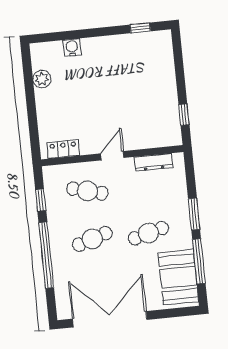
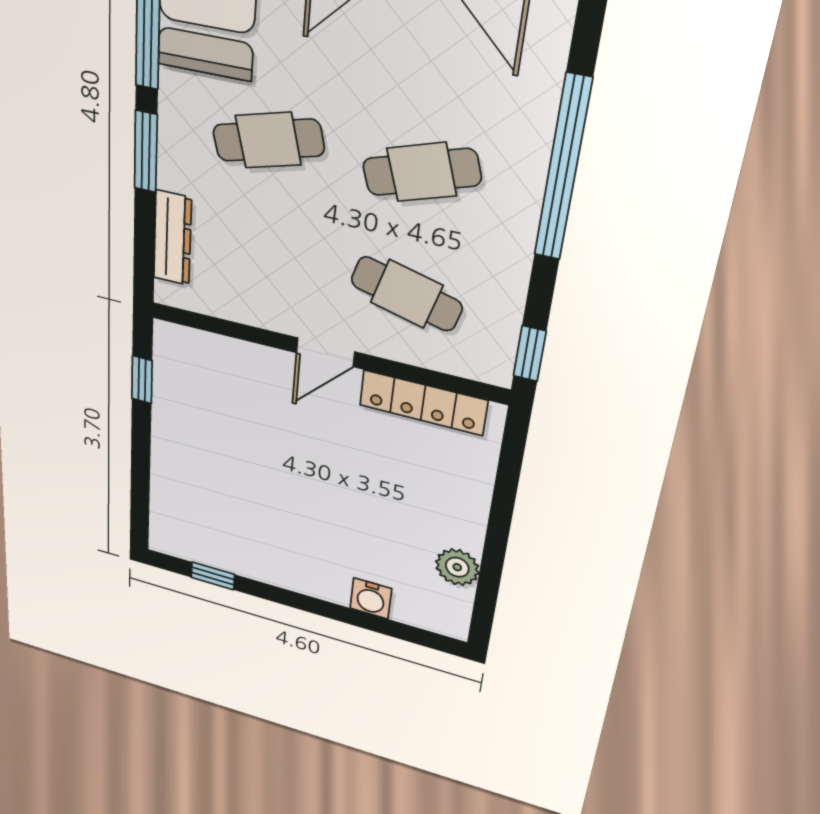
locker: (63, 149) -> (423, 403), width x1.53
dresser: (154, 162) -> (173, 238), moved, turned 90
window: (41, 200) -> (530, 354), moved

